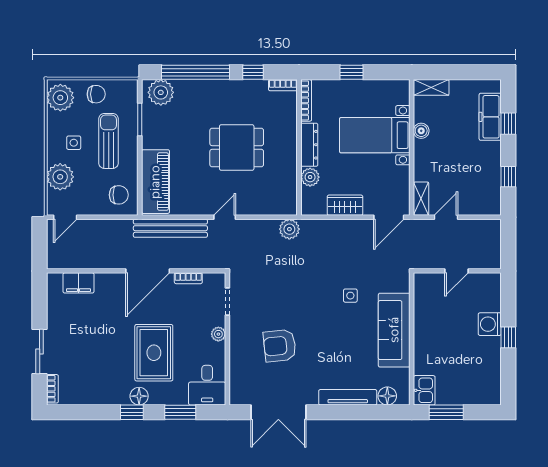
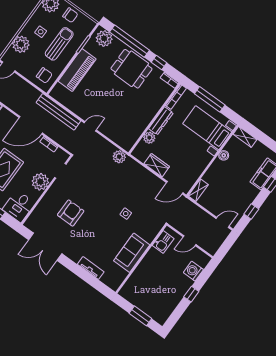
window: (351, 72) -> (210, 99), width x2.17
bed with nightstands: (375, 135) -> (207, 128), moved
dining table: (237, 147) -> (131, 69), moved
piano: (155, 182) -> (77, 70), moved
door: (446, 217) -> (223, 222), moved
washing machine: (490, 324) -> (193, 271), moved
sofa: (394, 330) -> (132, 253), width x0.73
plant: (218, 334) -> (40, 182), width x1.87, depth x1.87
armchair: (280, 346) -> (71, 213), turned 96
kitchen sink: (424, 390) -> (163, 242), moved
floor lamp: (387, 396) -> (107, 279), removed
tv unit: (348, 397) -> (91, 268), width x0.71
window: (446, 412) -> (140, 316), moved

